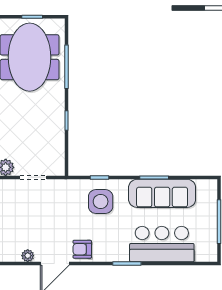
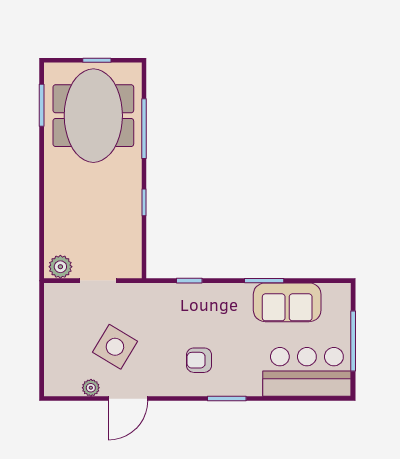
sofa: (162, 193) -> (287, 302), width x0.73
side table: (101, 202) -> (115, 347), moved, turned 31
bar counter: (162, 244) -> (307, 372), moved
armchair: (82, 249) -> (199, 360), moved

